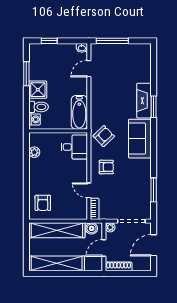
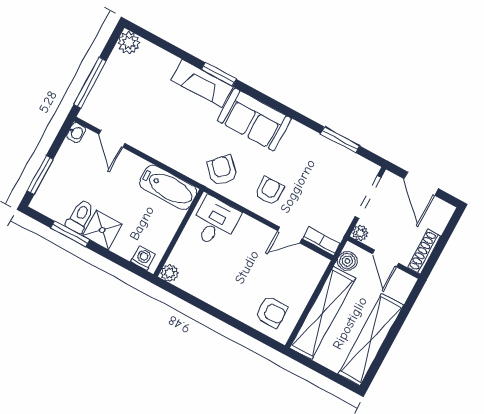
window: (49, 41) -> (40, 175), width x1.50
plant: (145, 50) -> (129, 43), added
toilet: (39, 107) -> (80, 216), moved
plant: (34, 152) -> (170, 273), moved

